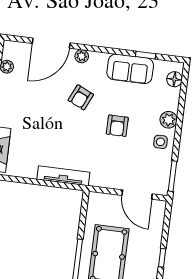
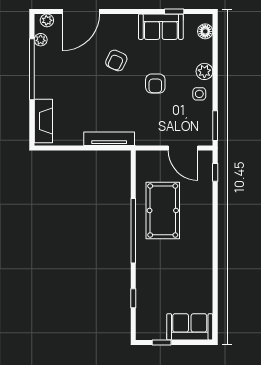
plant: (82, 56) -> (47, 20), moved
window: (162, 258) -> (215, 172), moved

